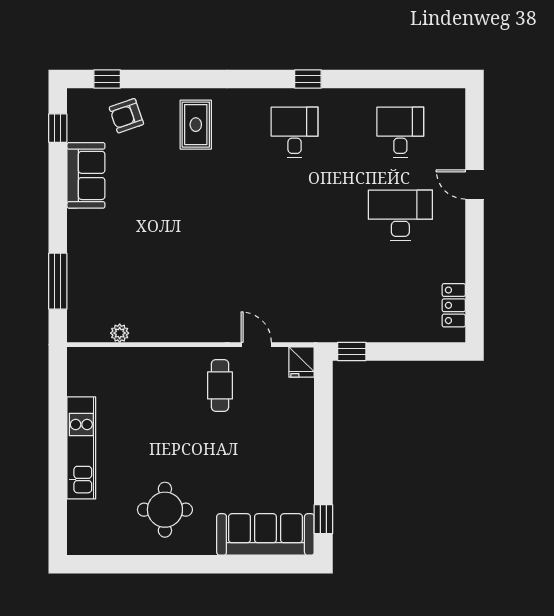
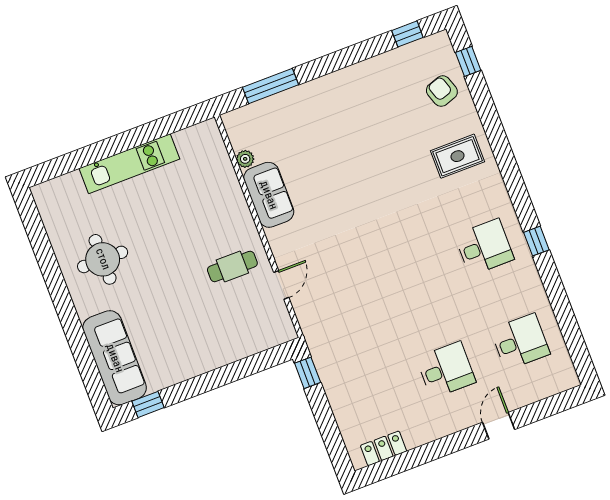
sofa: (86, 175) -> (269, 195), moved, turned -90
desk: (400, 215) -> (446, 370), width x0.73
fridge: (302, 362) -> (281, 331), removed

